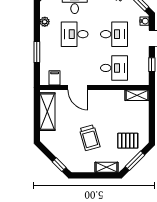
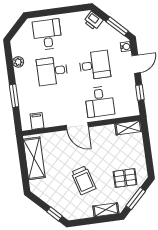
desk: (114, 68) -> (100, 102), turned 90
door: (78, 87) -> (77, 126), moved

